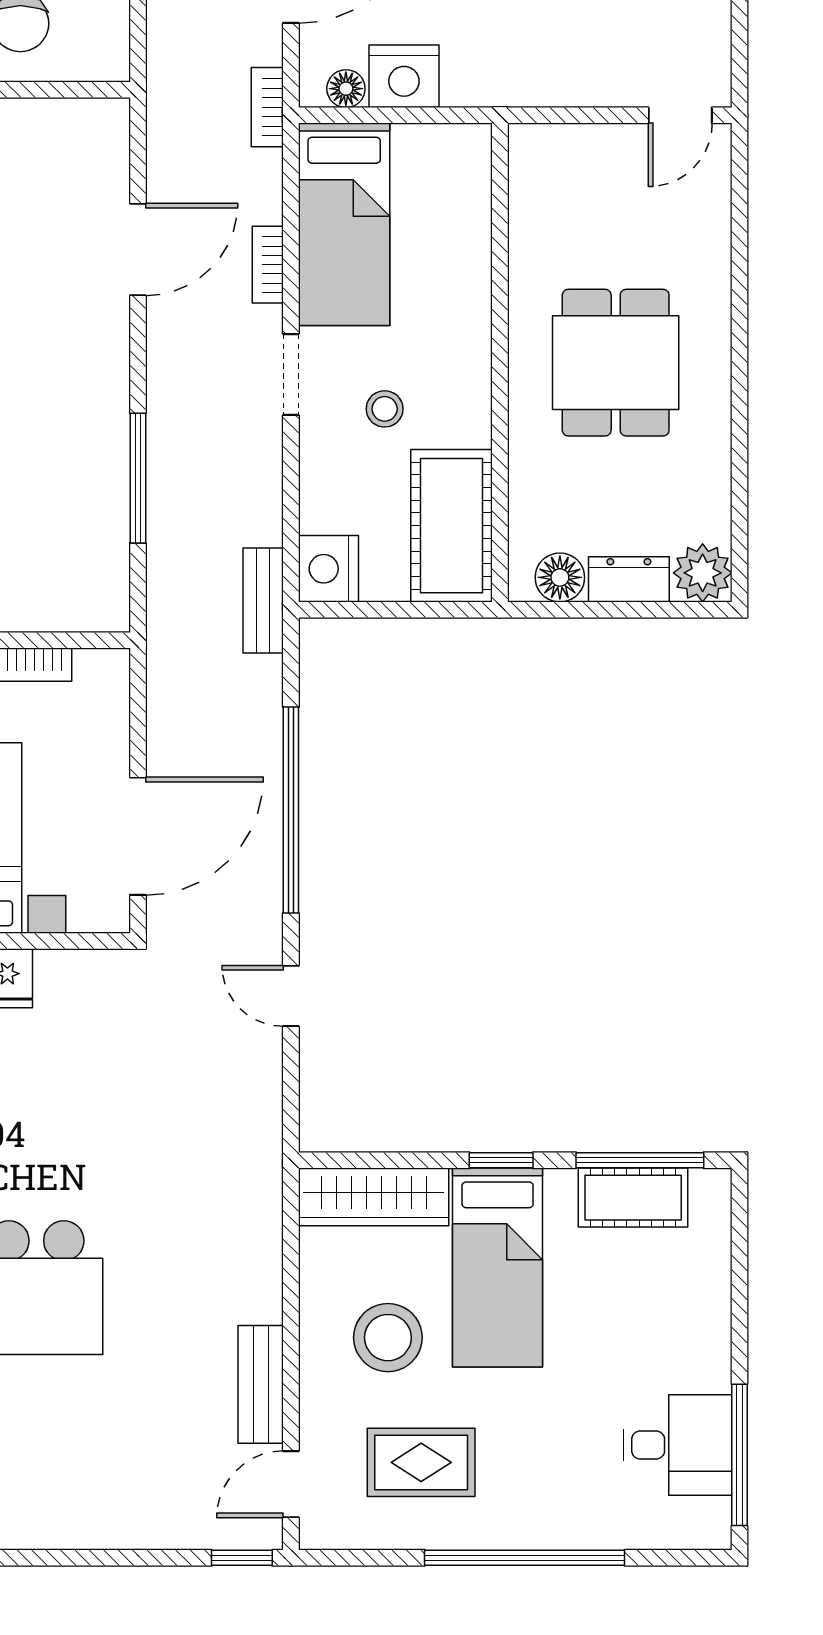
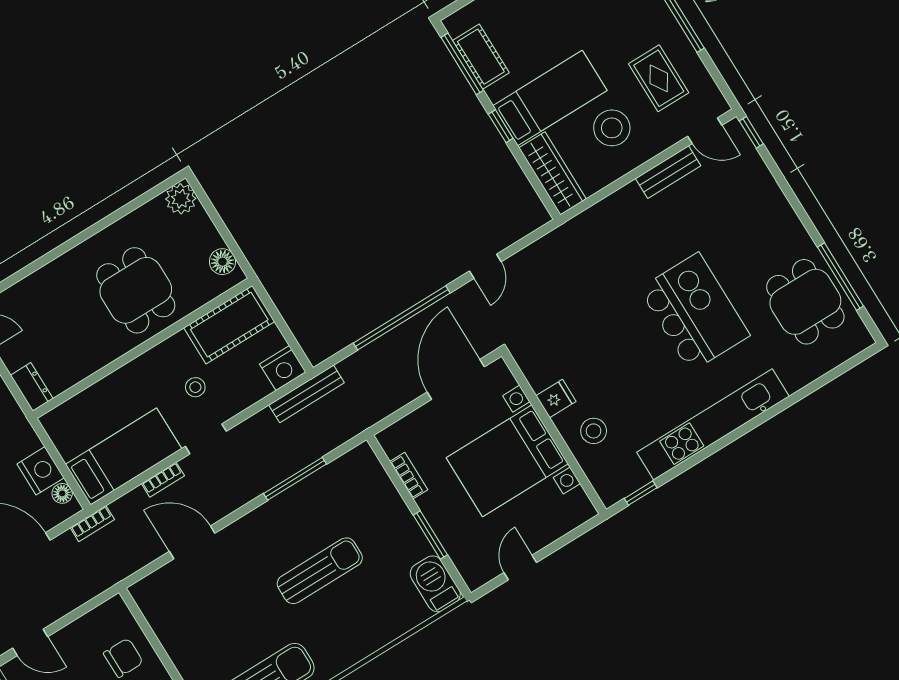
dining table: (616, 363) -> (136, 290), moved, turned 90
dresser: (629, 579) -> (32, 387), moved, turned 180
bench: (263, 601) -> (307, 394), width x1.36
door: (138, 836) -> (456, 379), hinge flipped

